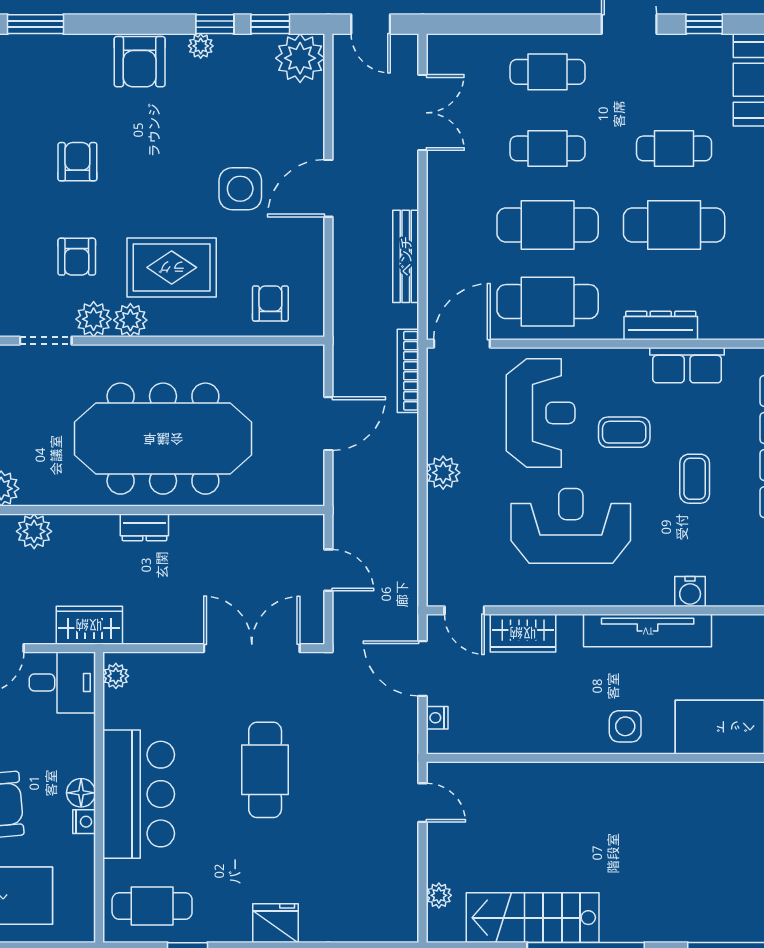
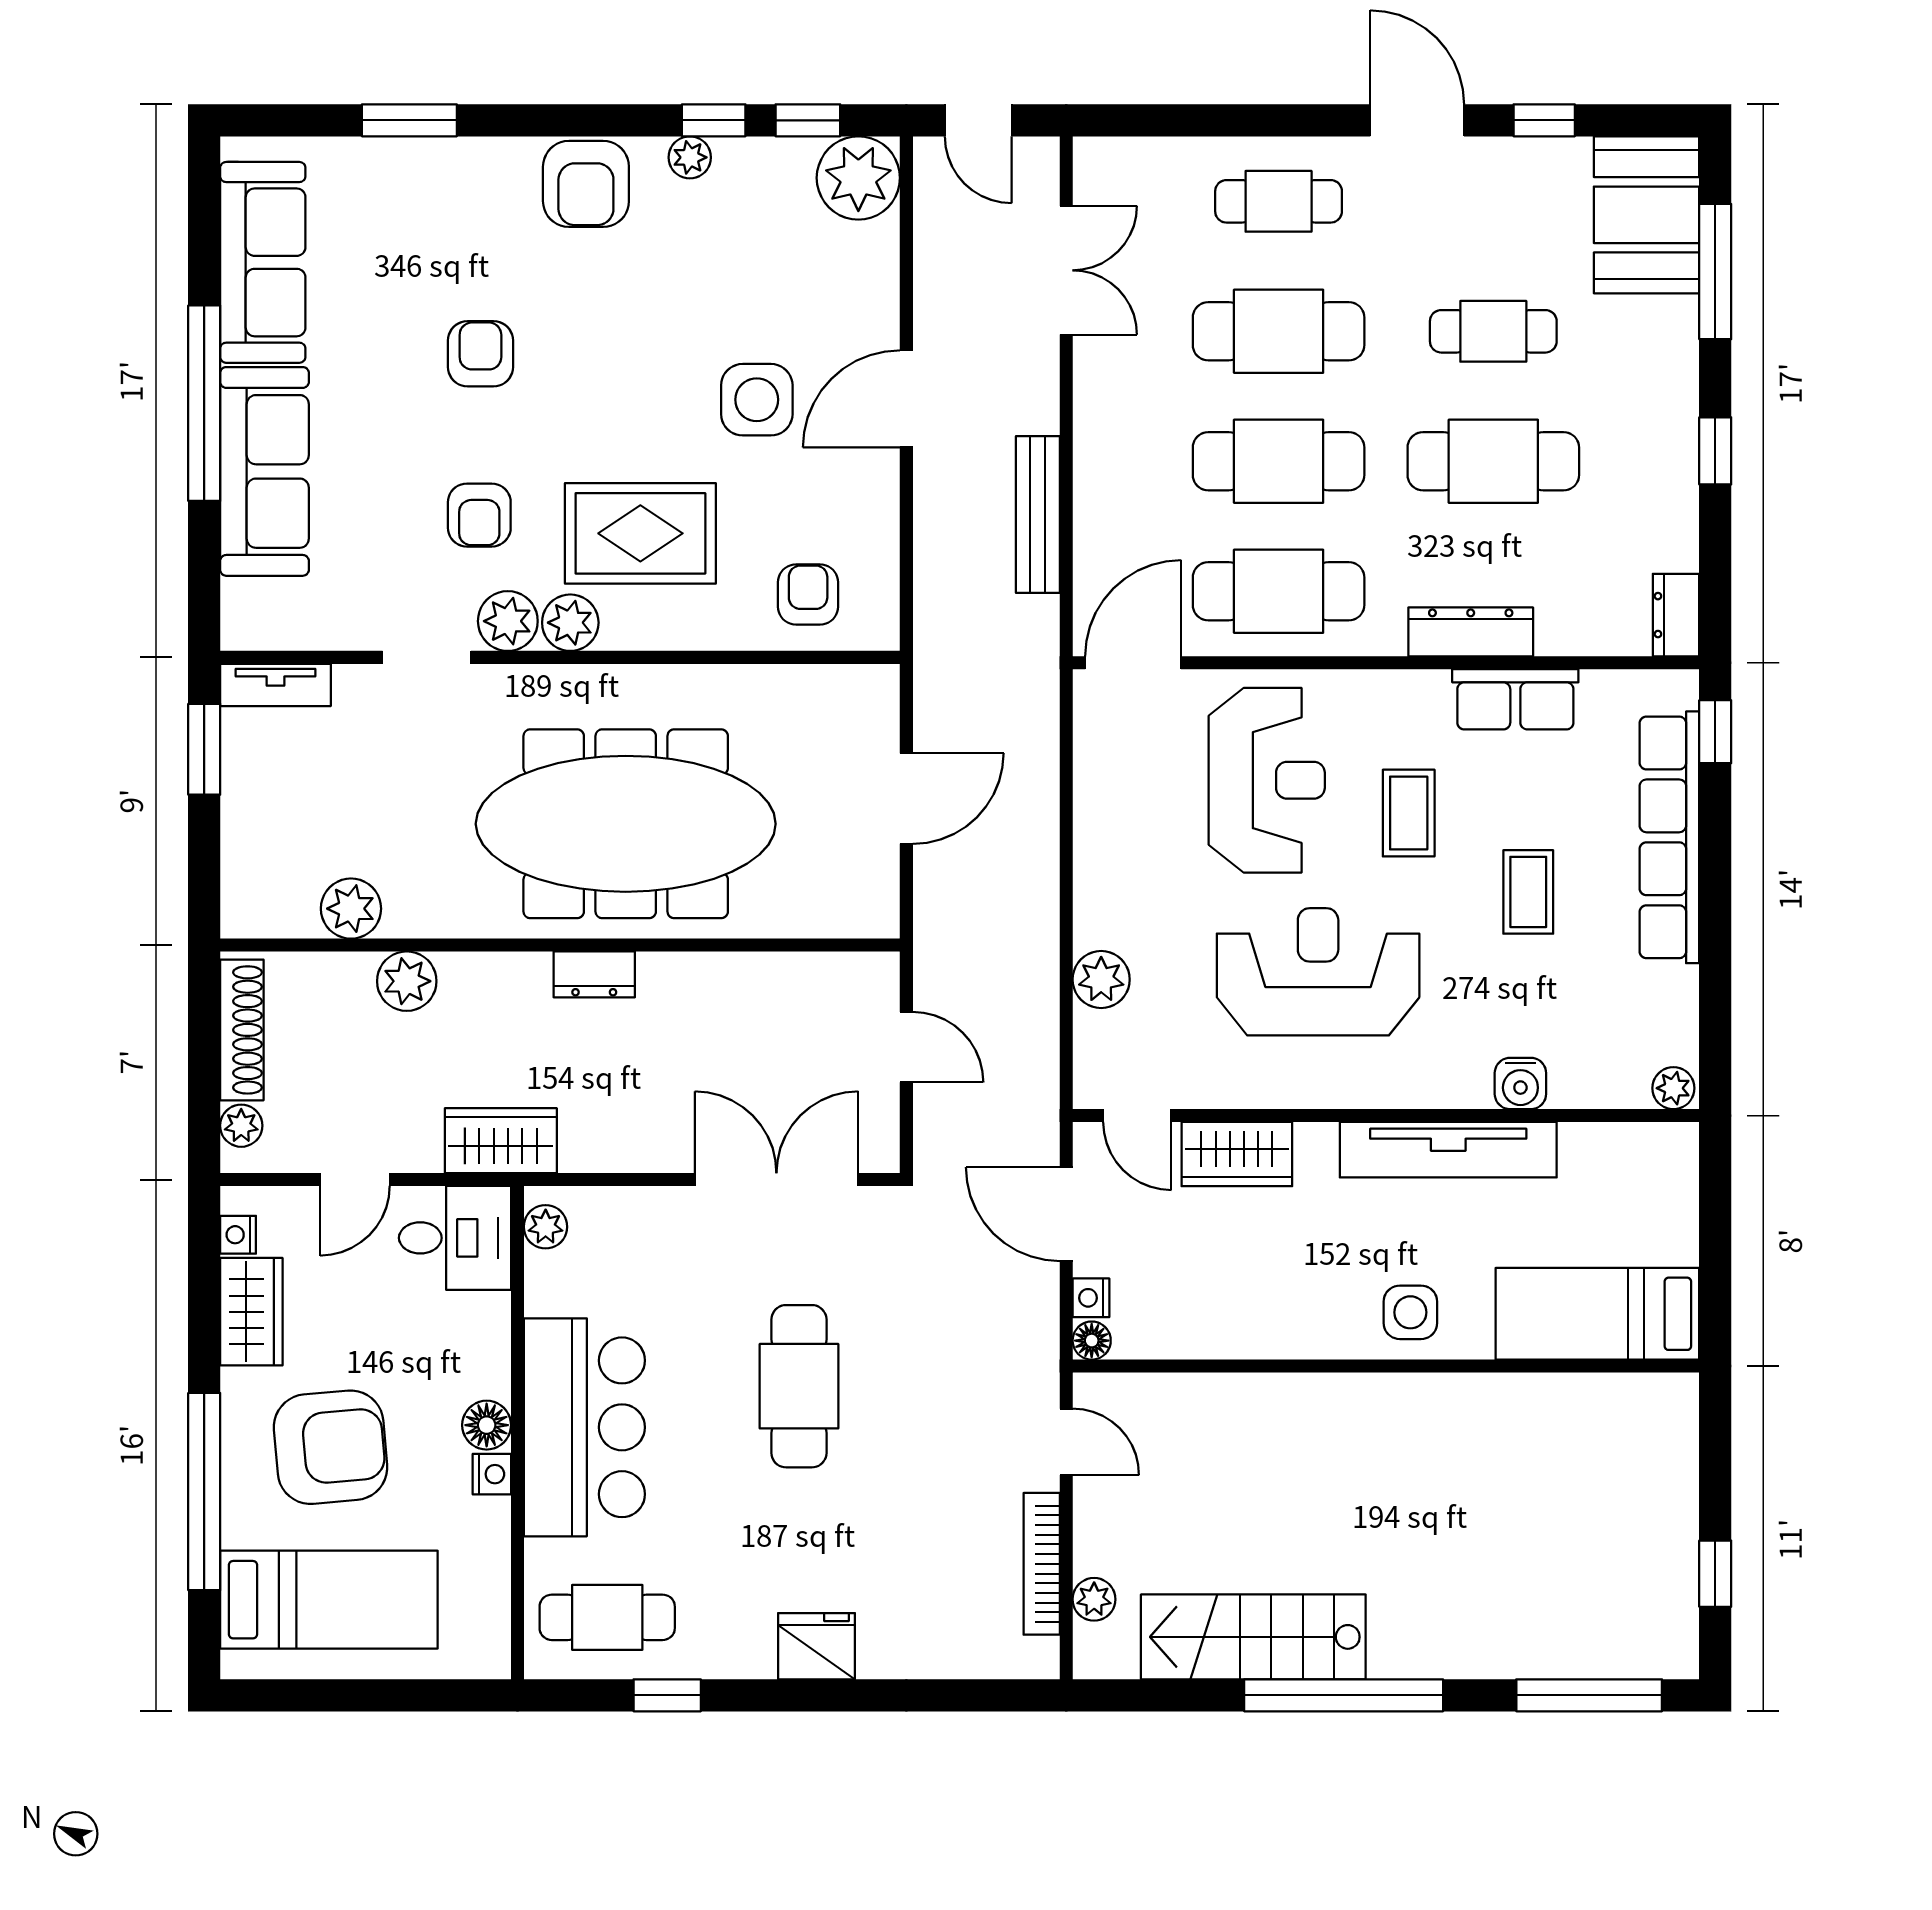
cafe table: (548, 148) -> (1279, 331), width x1.37, depth x1.35
bookcase: (408, 371) -> (1042, 1564), moved
coffee table: (624, 432) -> (1409, 813), turned 90
plant: (443, 473) -> (1101, 980), moved
floor lamp: (437, 743) -> (1092, 1341), added

